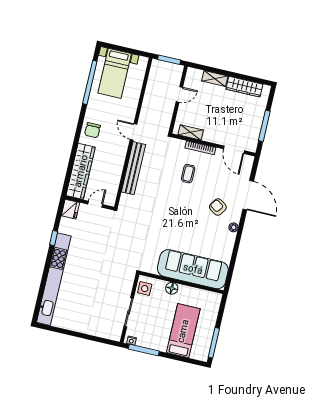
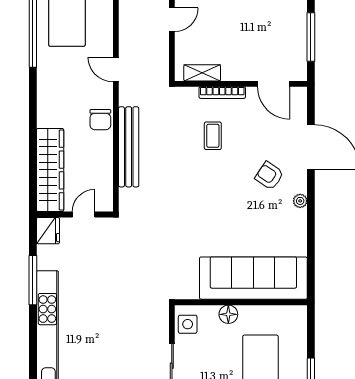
chair: (92, 130) -> (100, 120), moved
door: (133, 132) -> (116, 69), moved
window: (54, 238) -> (33, 280), width x2.17

